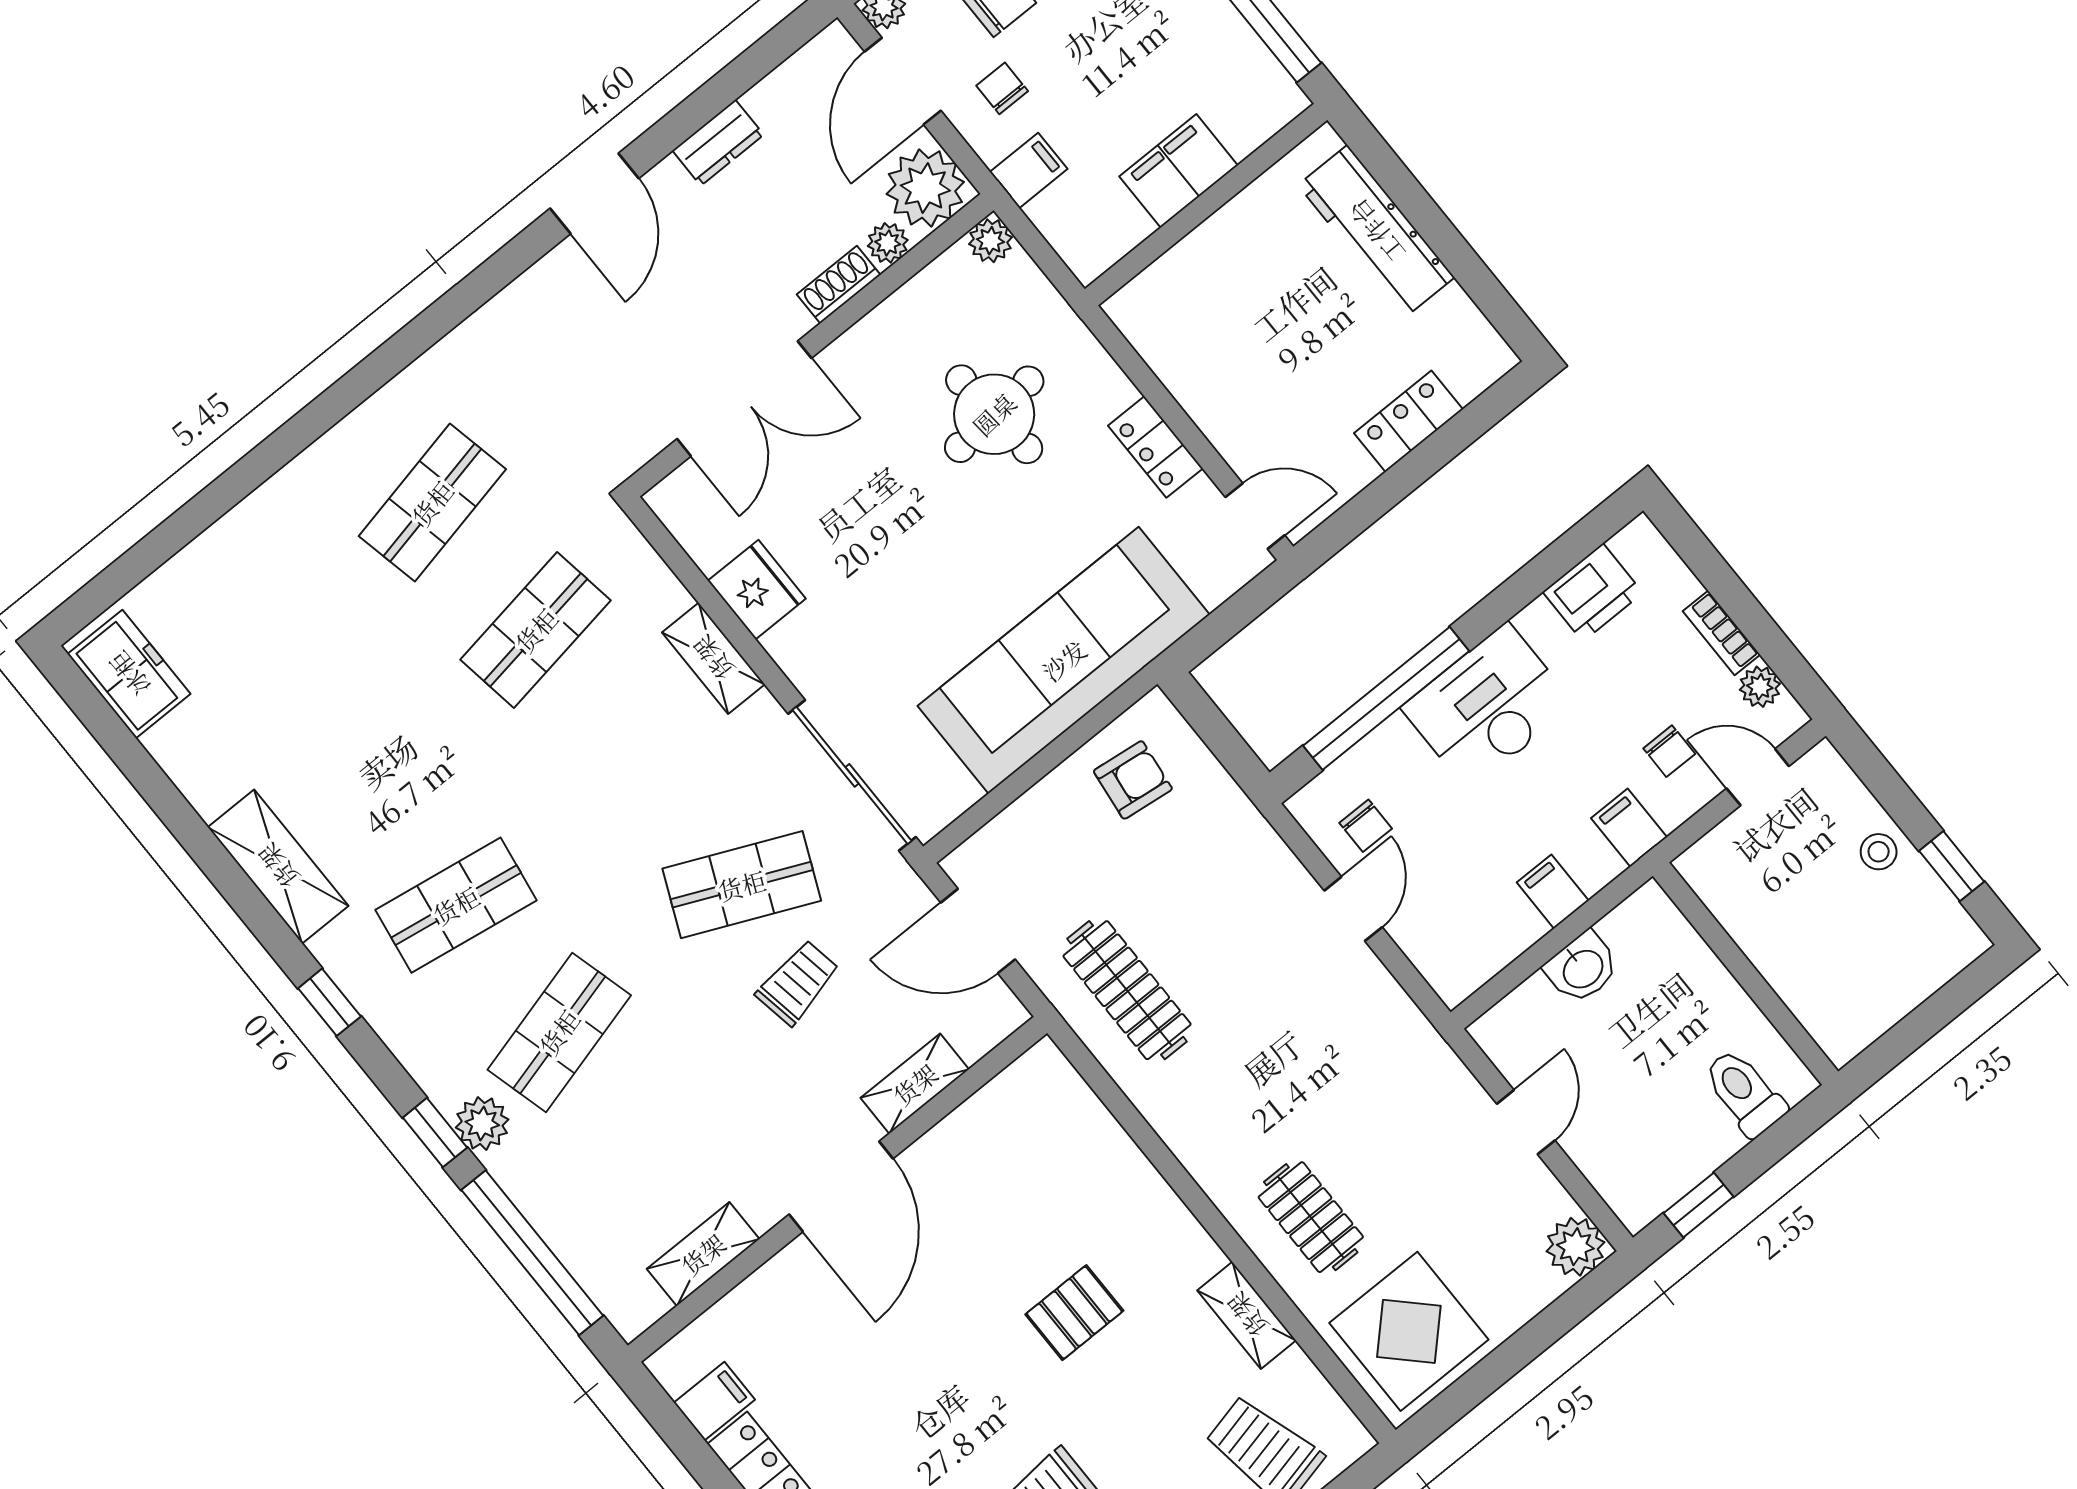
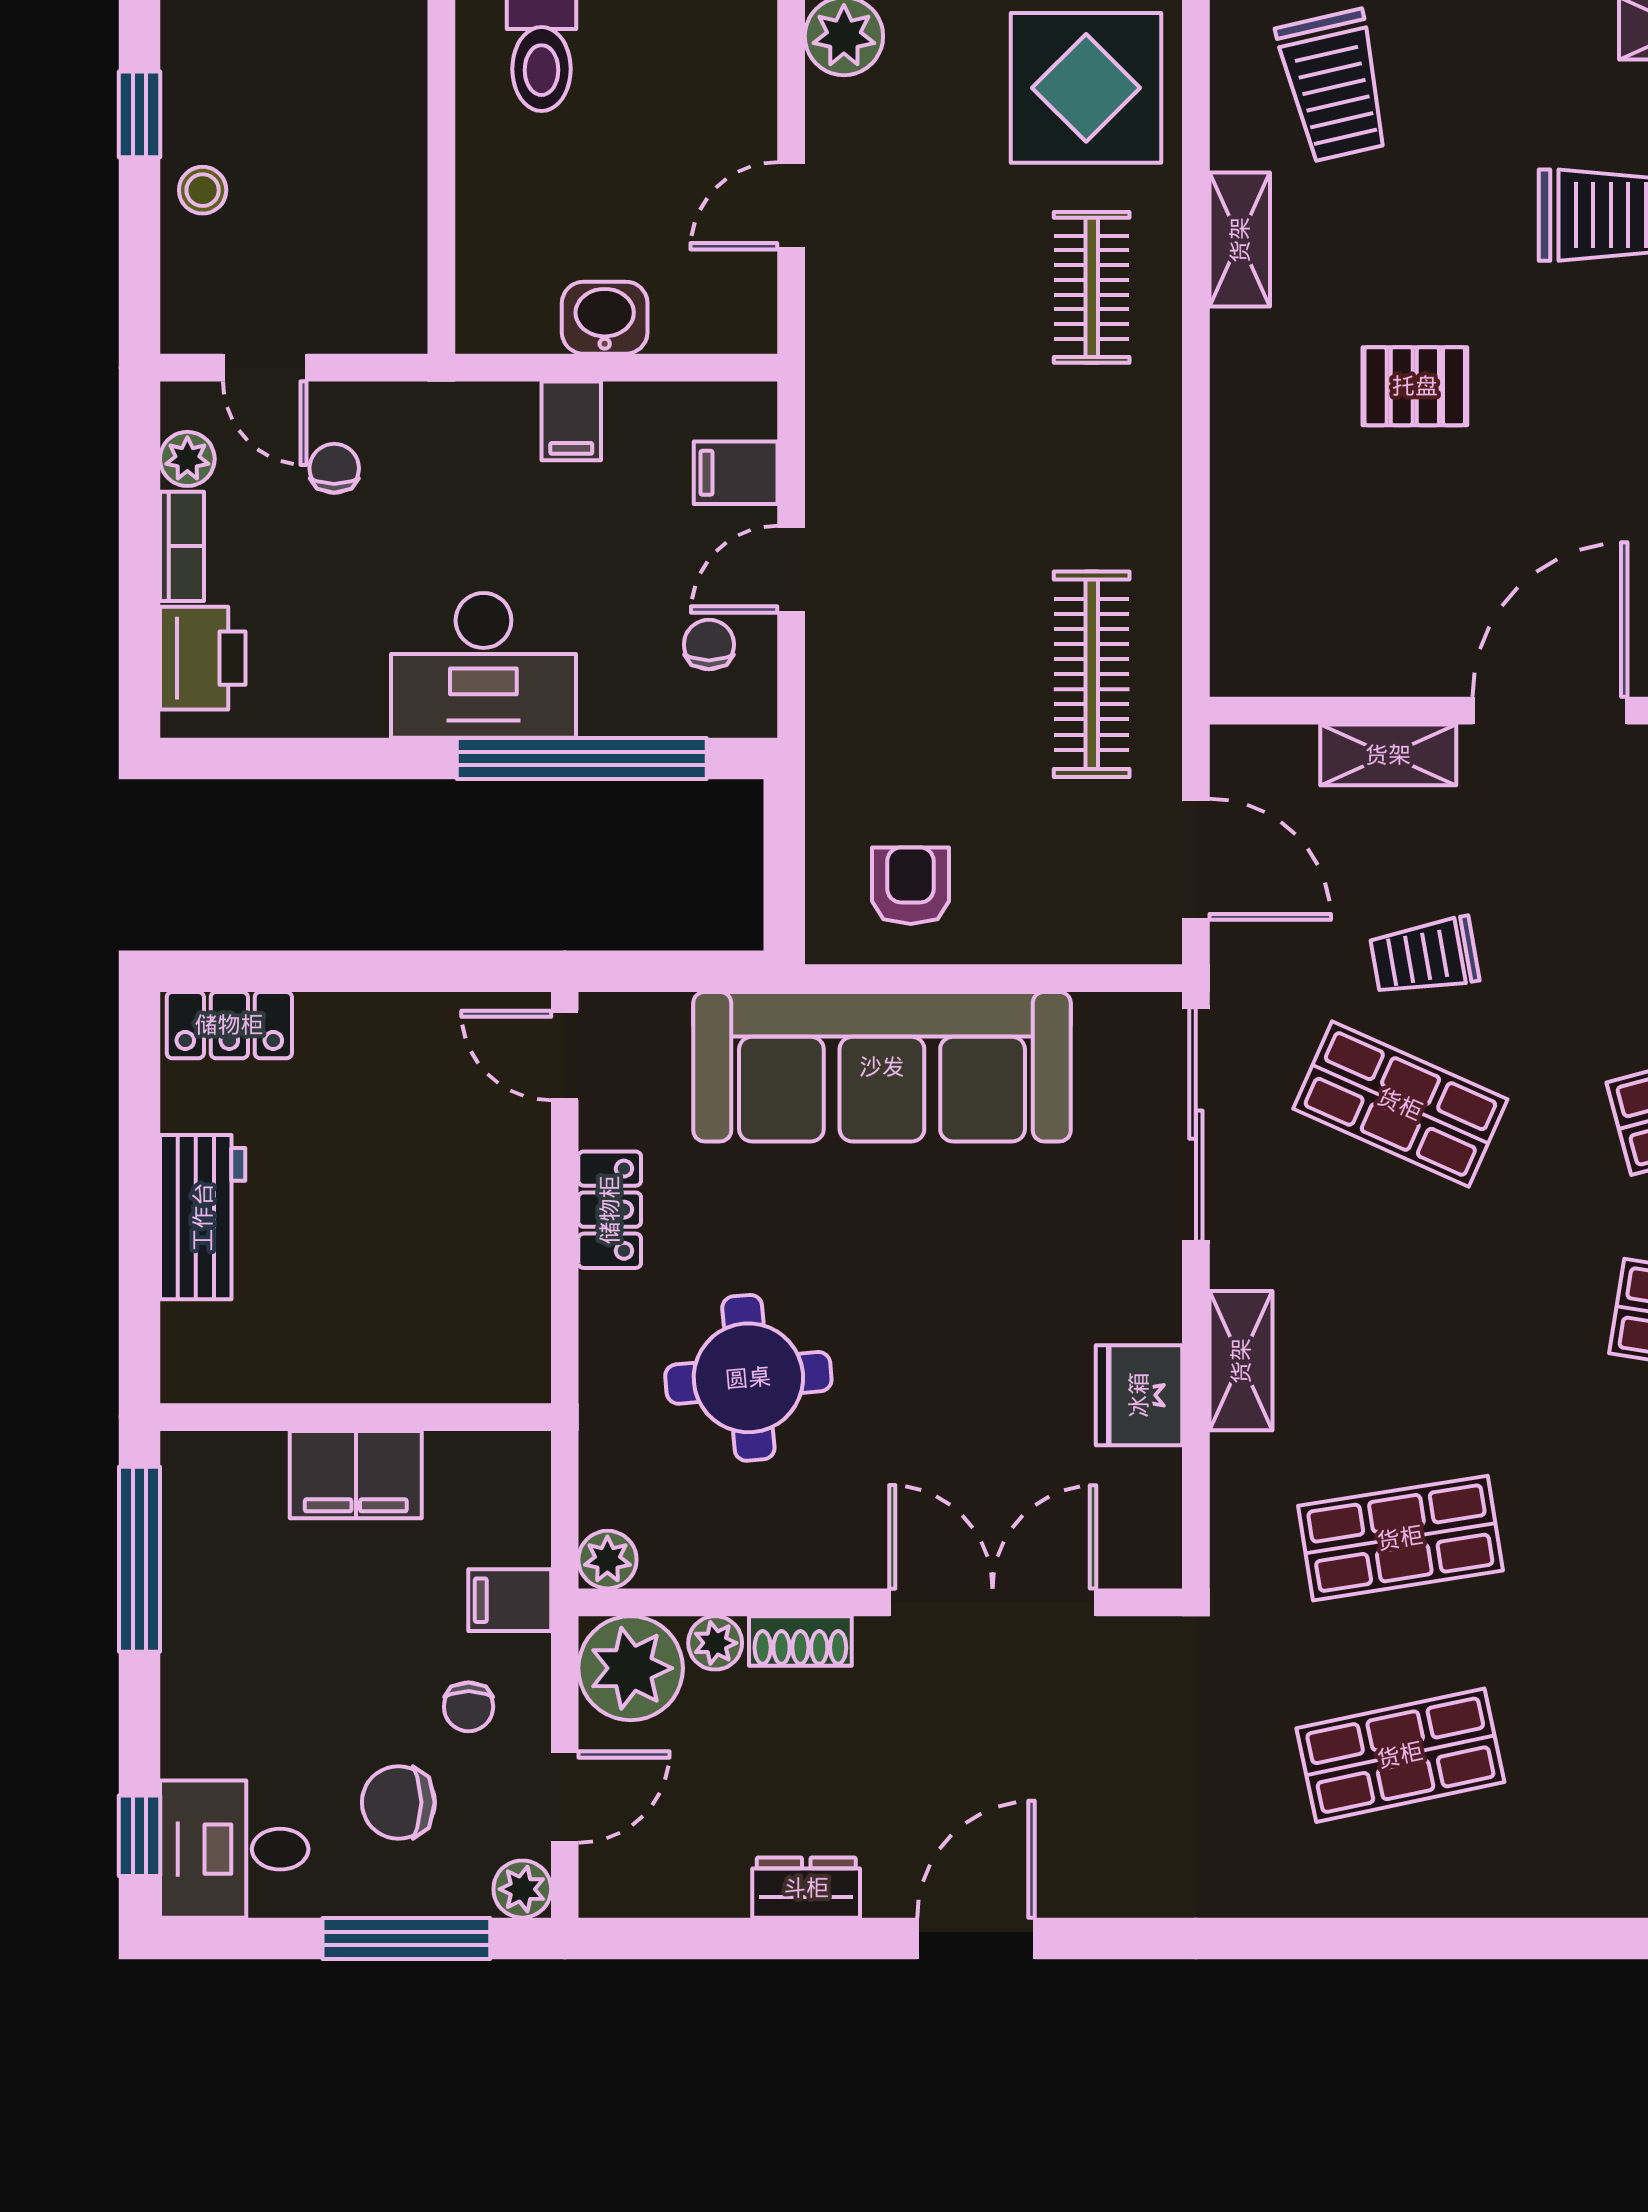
door: (903, 81) -> (565, 1797), width x0.73
workbench: (1376, 231) -> (203, 1217), width x0.73
locker: (1409, 421) -> (229, 1025), moved
printer: (1593, 592) -> (203, 658), moved, turned 90
armchair: (1133, 780) -> (911, 886), turned 83
filing cabinet: (1629, 828) -> (736, 473), moved, turned 90

